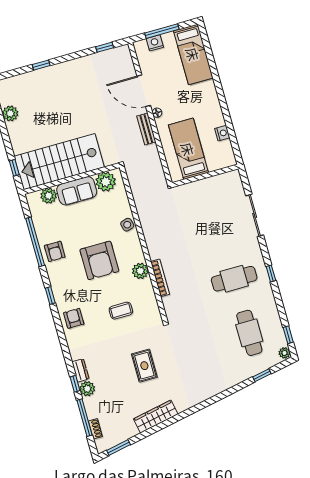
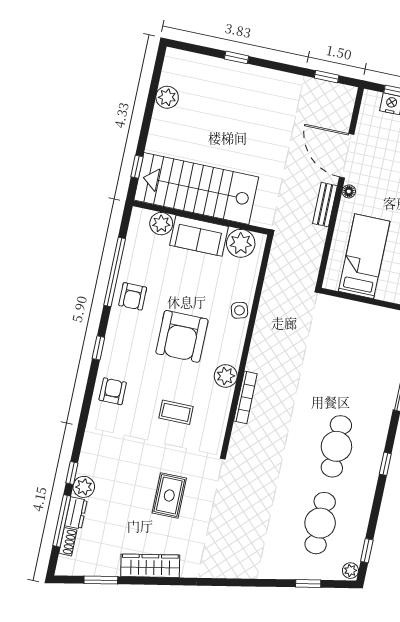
cafe table: (234, 279) -> (336, 446), turned 90
dresser: (80, 370) -> (76, 513), moved
window: (118, 448) -> (101, 580), moved

